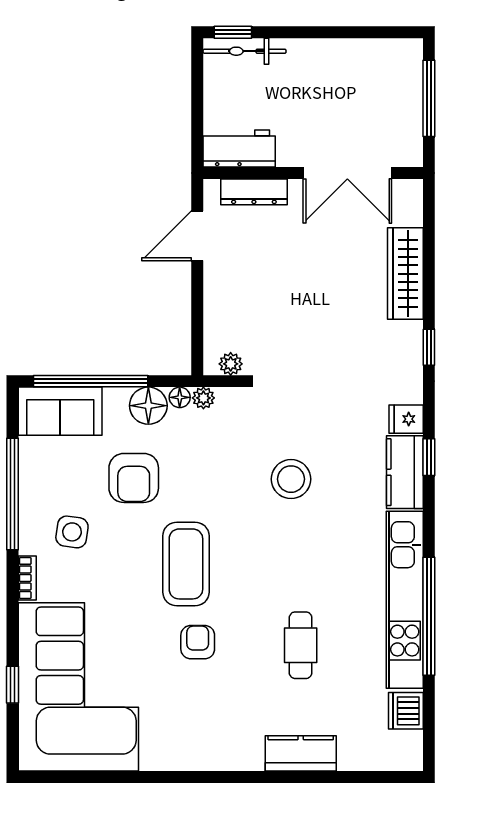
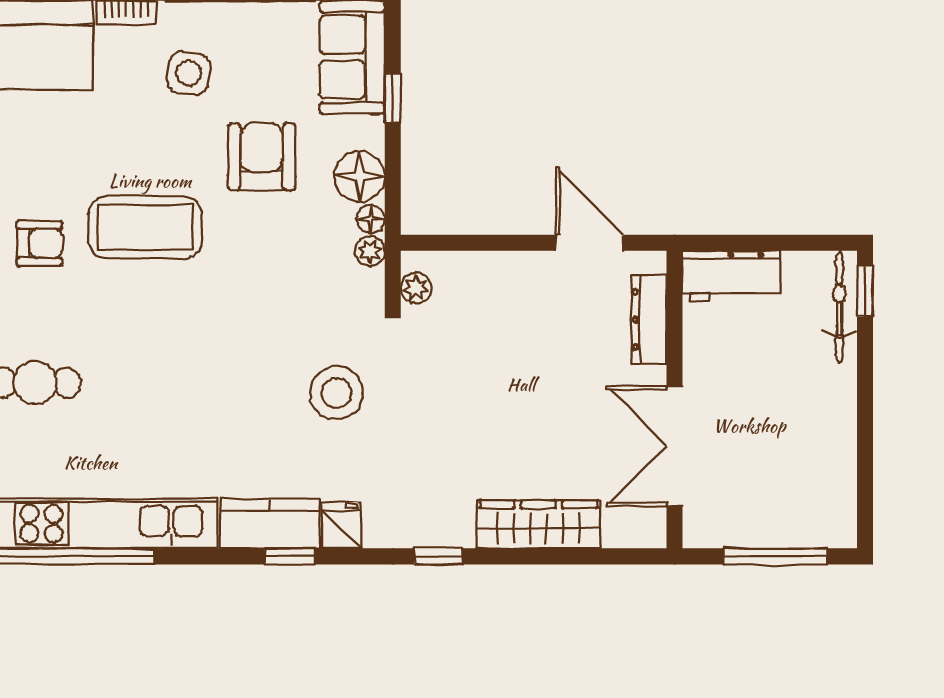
workbench: (239, 149) -> (731, 276), moved, turned 90
window: (91, 381) -> (393, 98), width x0.32
armchair: (134, 478) -> (262, 157), turned 90
stool: (291, 479) -> (336, 393), moved

